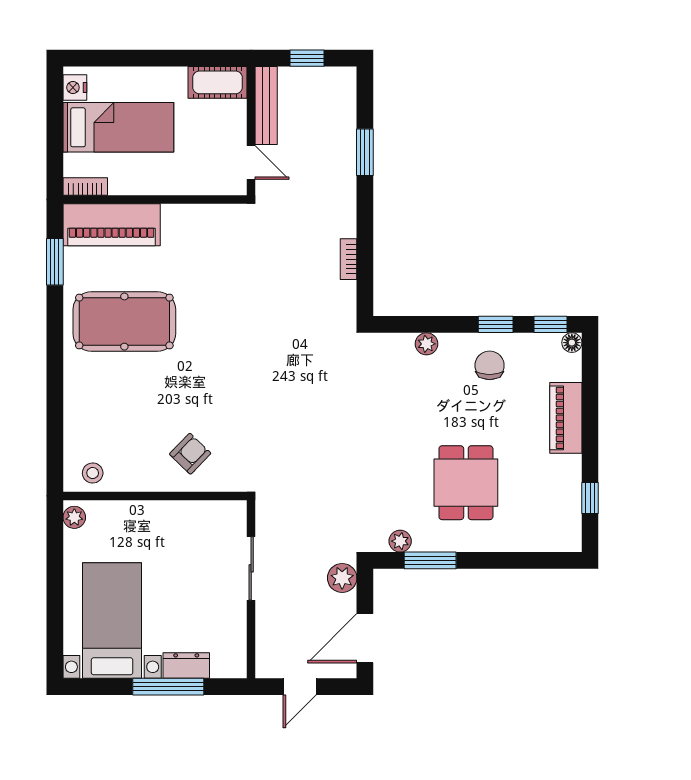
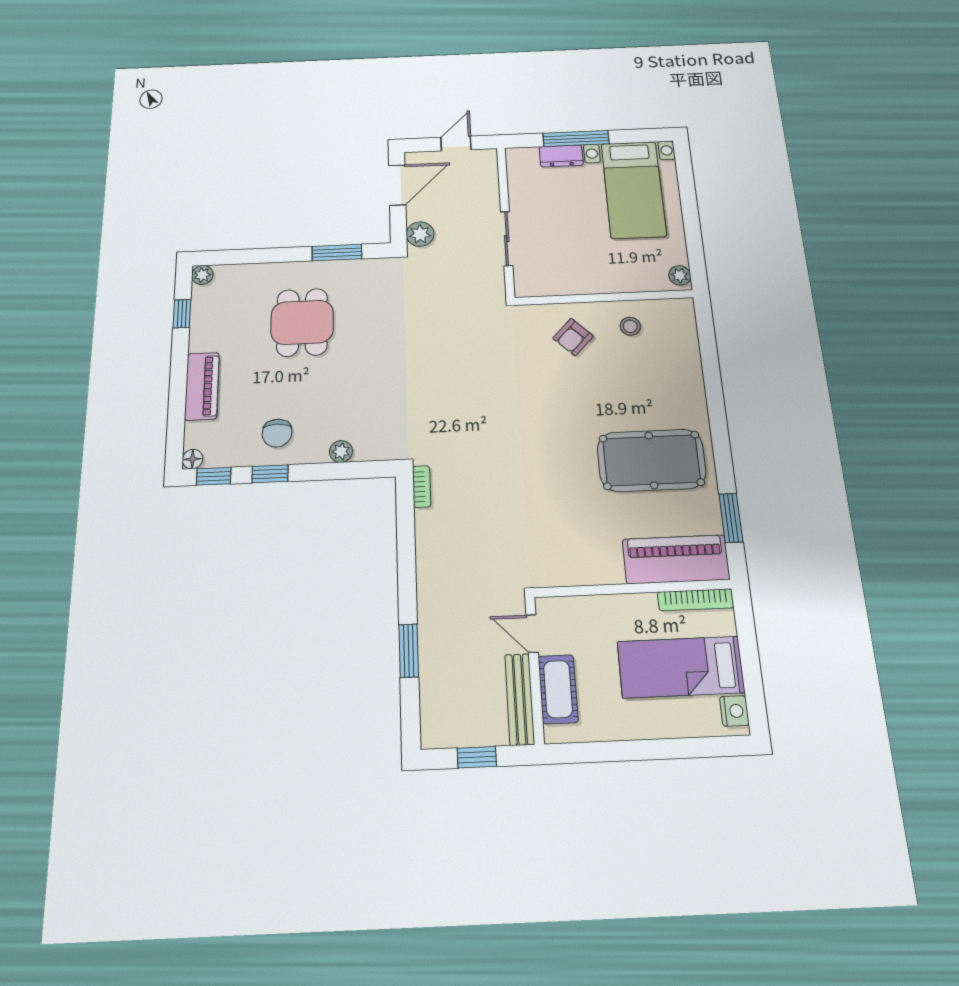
cot: (218, 82) -> (558, 689), moved, turned 90
bookcase: (85, 187) -> (696, 600), width x1.56
bookcase: (349, 259) -> (422, 486), moved
stool: (93, 473) -> (630, 326), moved
plant: (400, 541) -> (202, 275), moved

